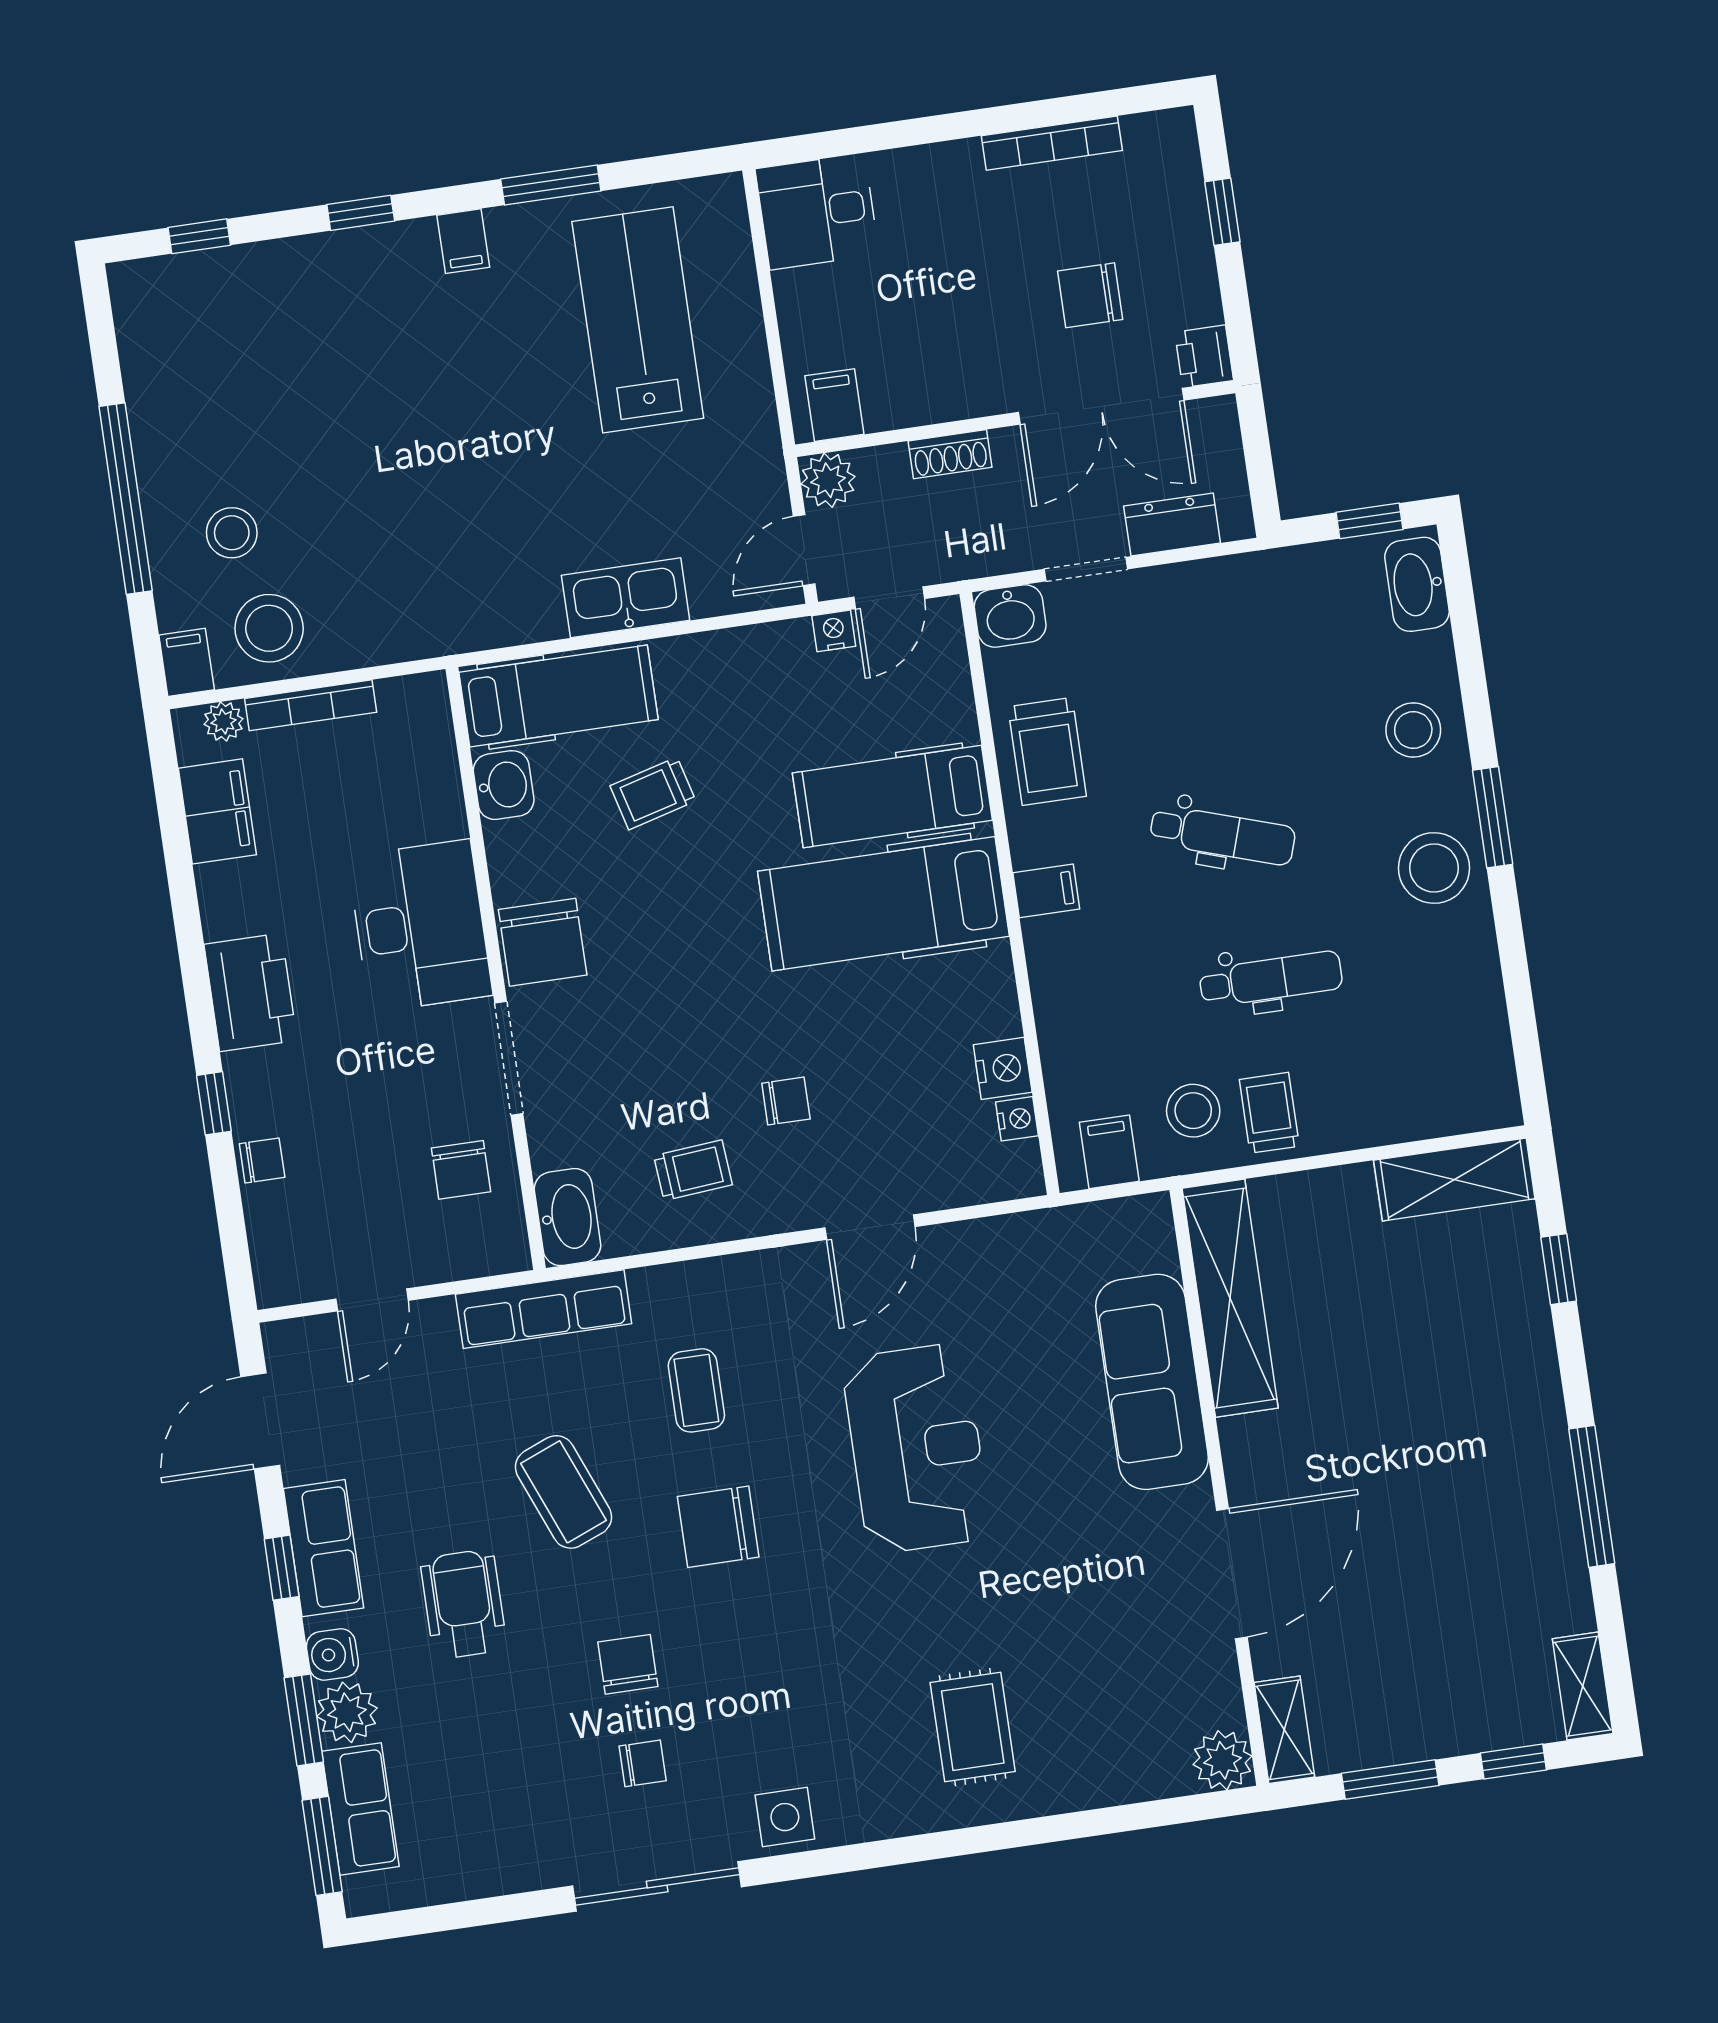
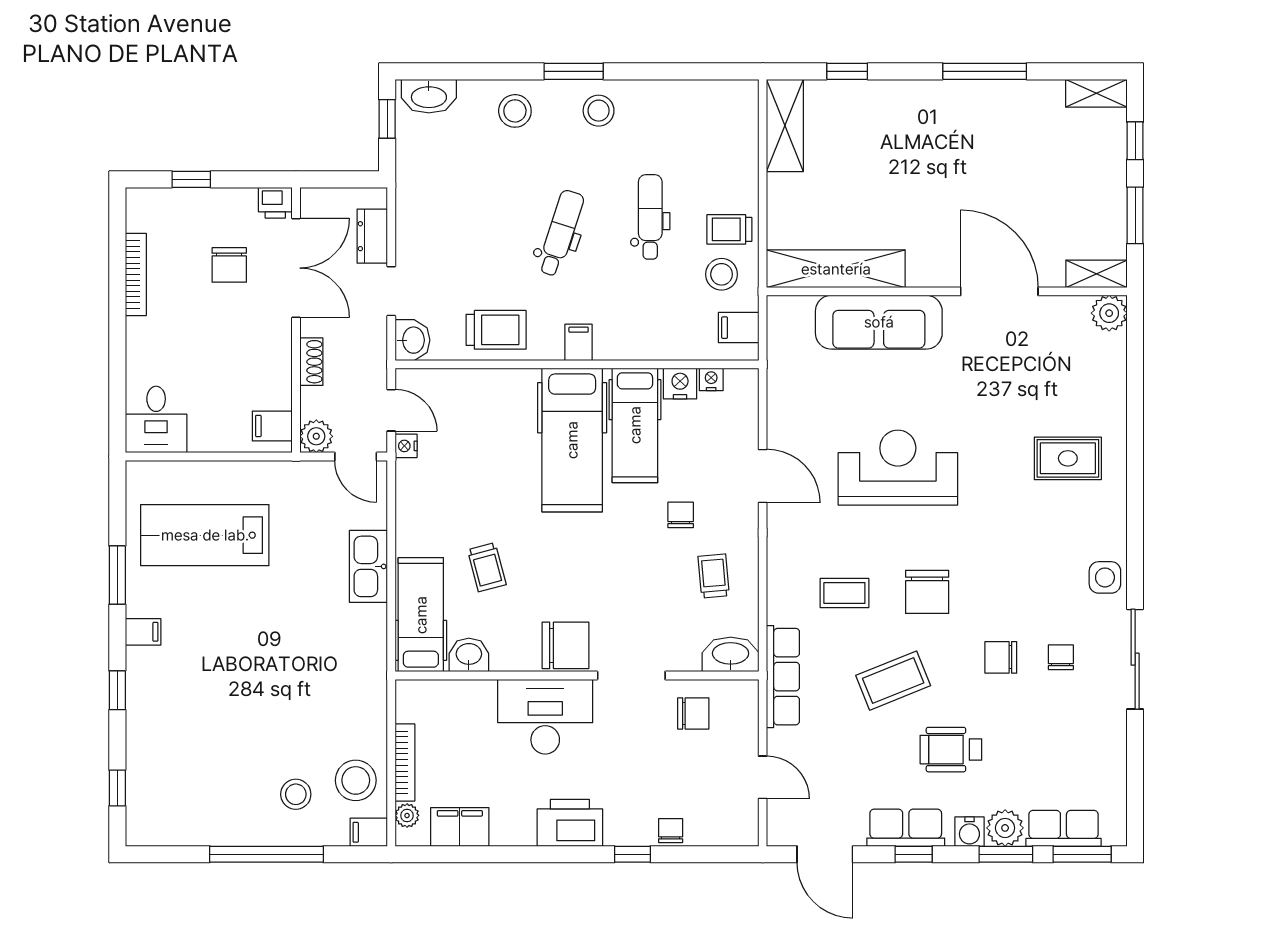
hospital bed: (892, 797) -> (635, 425), moved
stool: (1434, 868) -> (599, 111), width x0.73, depth x0.73

